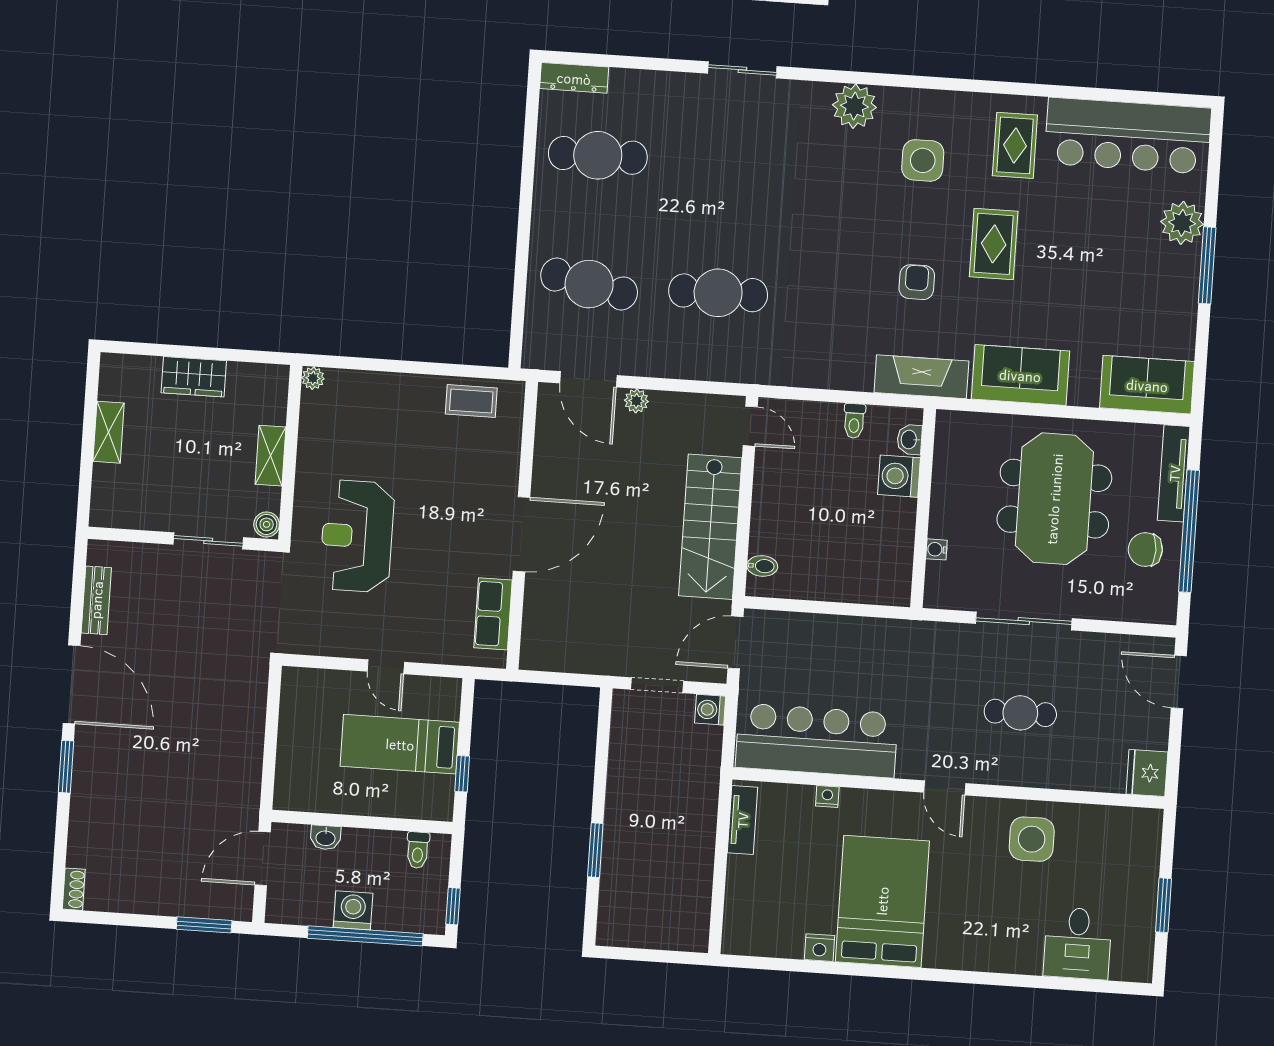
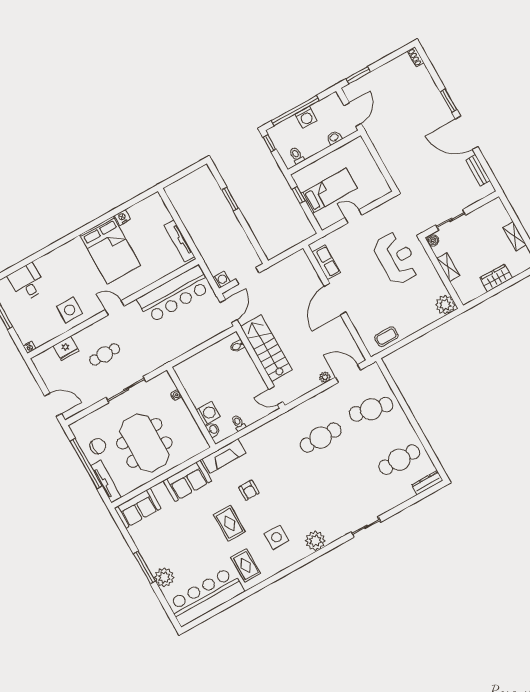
plant: (313, 378) -> (445, 305), width x1.88, depth x1.88
fridge: (1147, 773) -> (66, 348), moved, turned 90
nightstand: (827, 796) -> (30, 347), moved
tv unit: (742, 820) -> (179, 241), width x1.41

